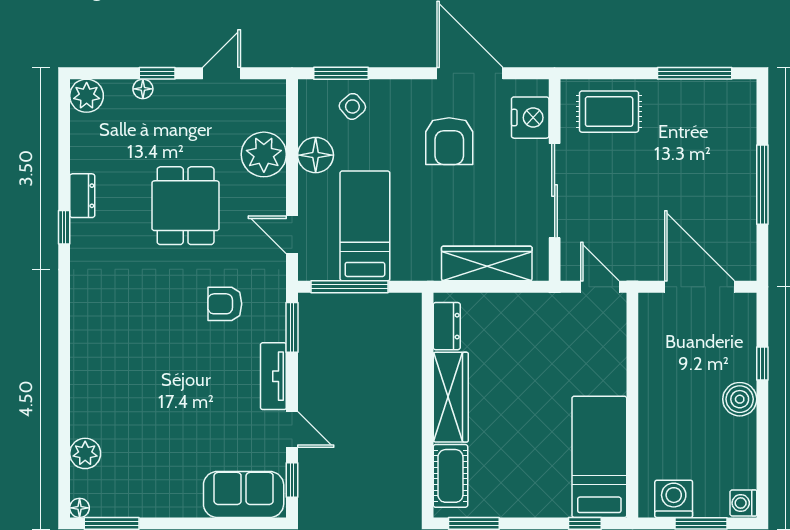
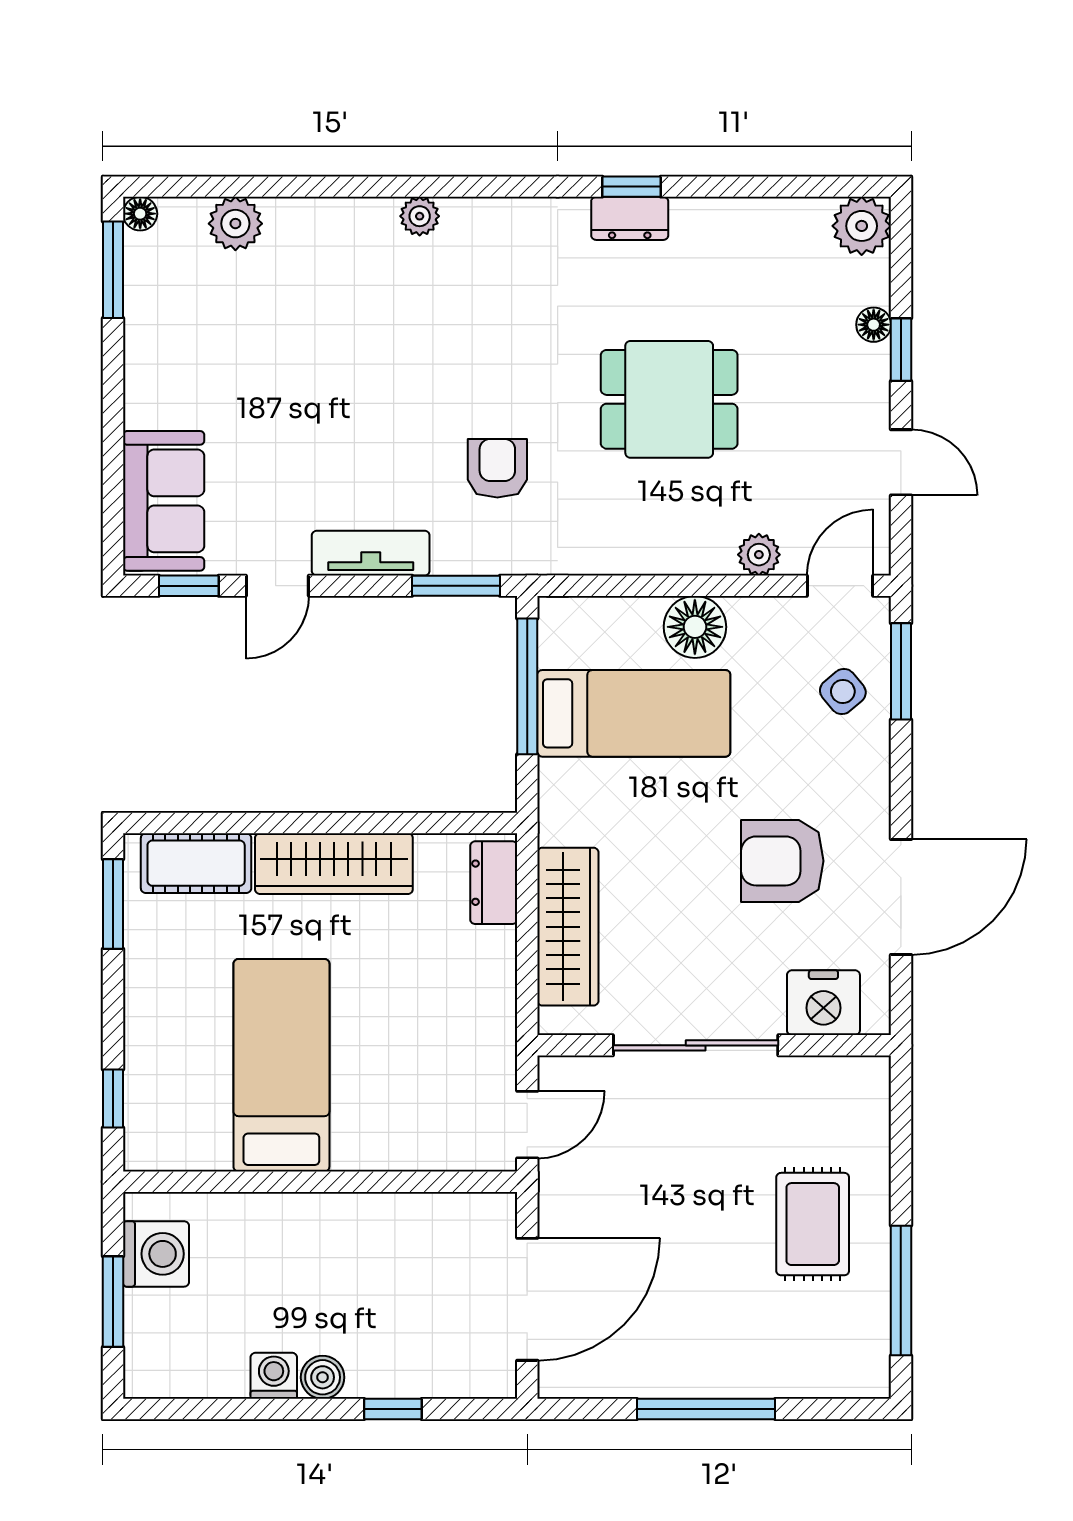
rug: (609, 112) -> (813, 1224), moved
plant: (264, 154) -> (759, 555), width x0.53, depth x0.53
floor lamp: (316, 155) -> (695, 627), moved
dresser: (82, 196) -> (630, 218), moved
door: (292, 235) -> (840, 586), moved
dresser: (447, 326) -> (494, 883), moved, turned 90
plant: (81, 348) -> (420, 216), added
boiler: (740, 399) -> (323, 1377), width x0.73, depth x0.73
bed: (599, 457) -> (281, 1065), moved, turned -90
washing machine: (743, 503) -> (274, 1376), moved

